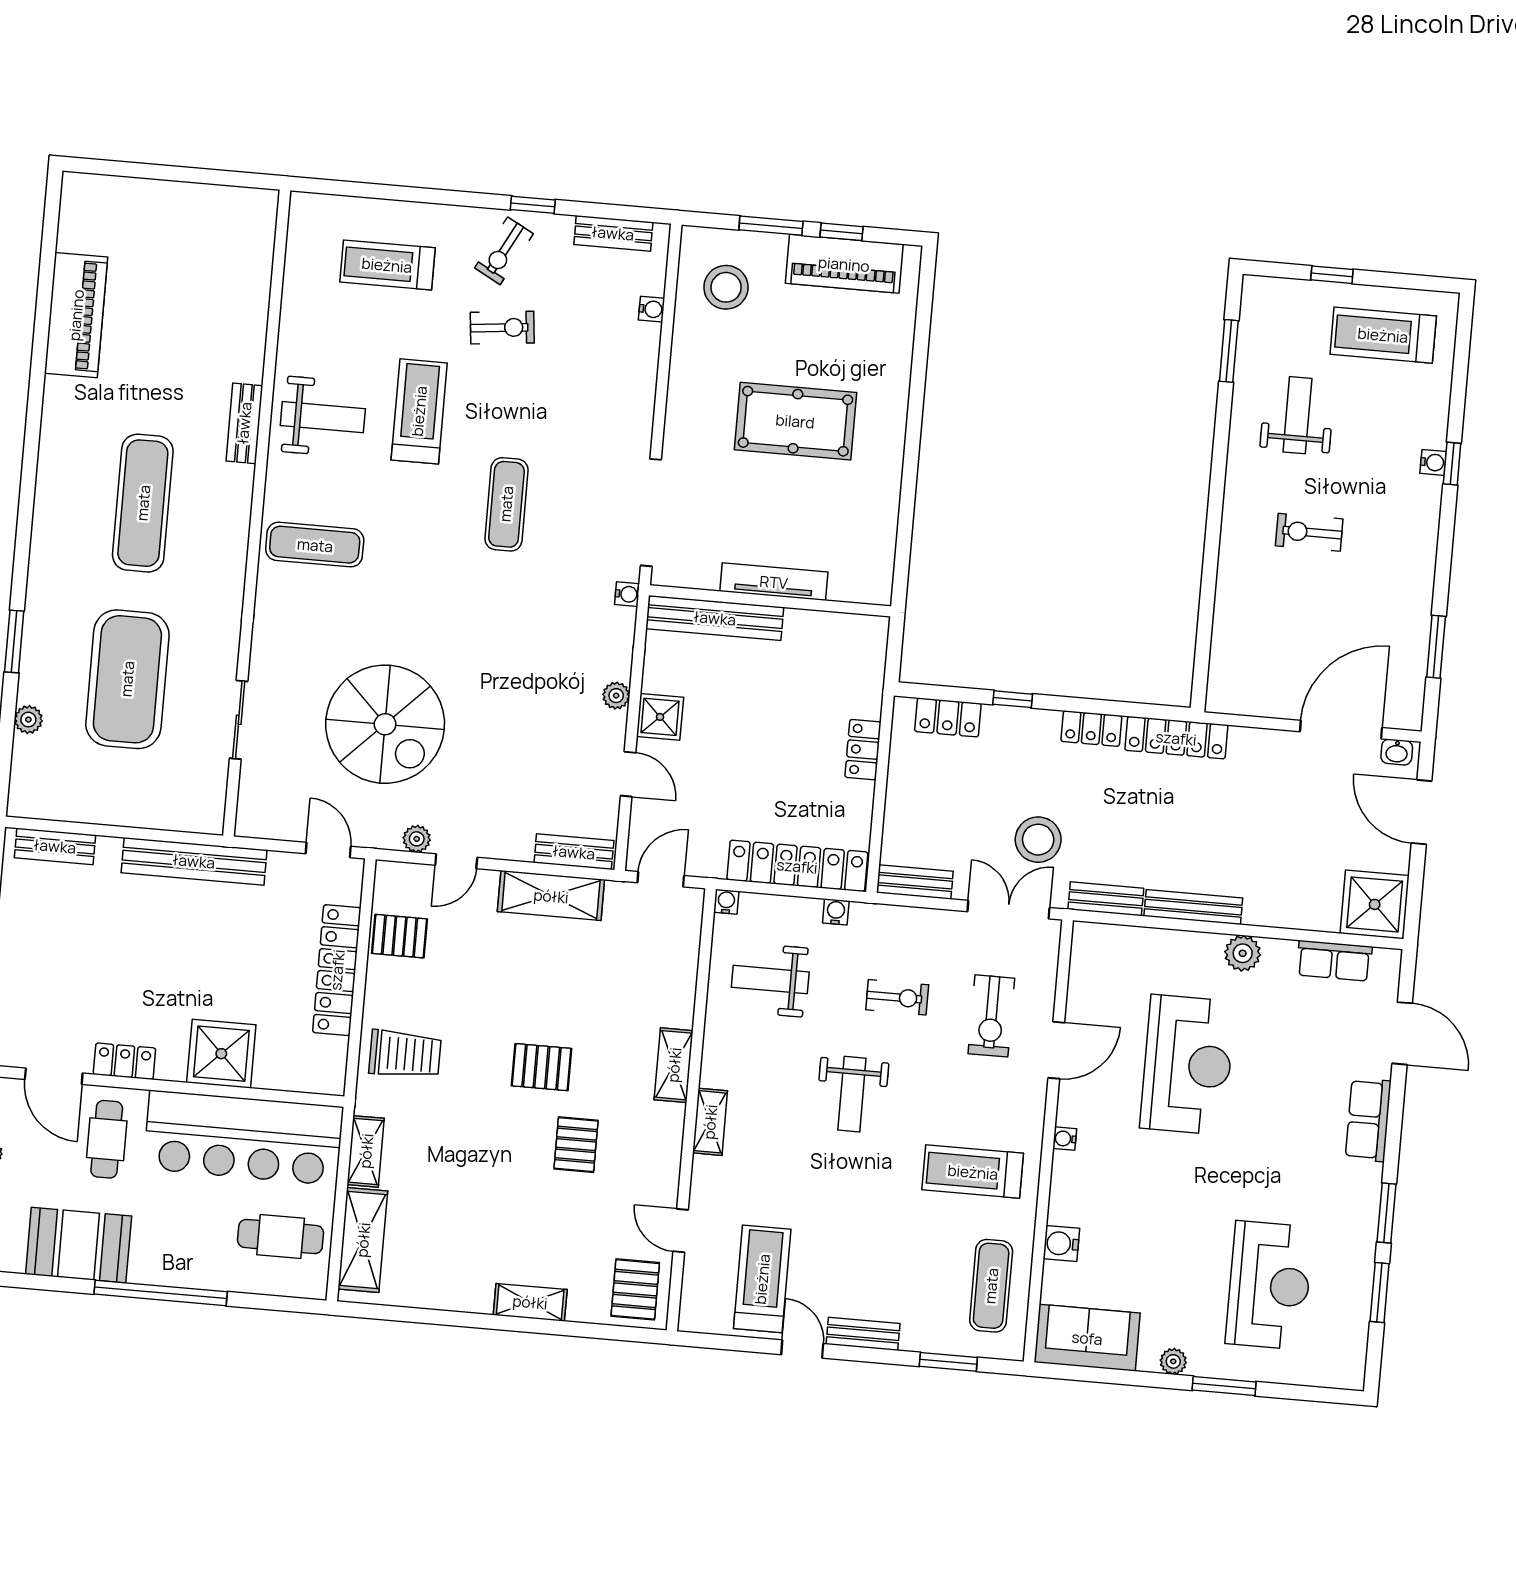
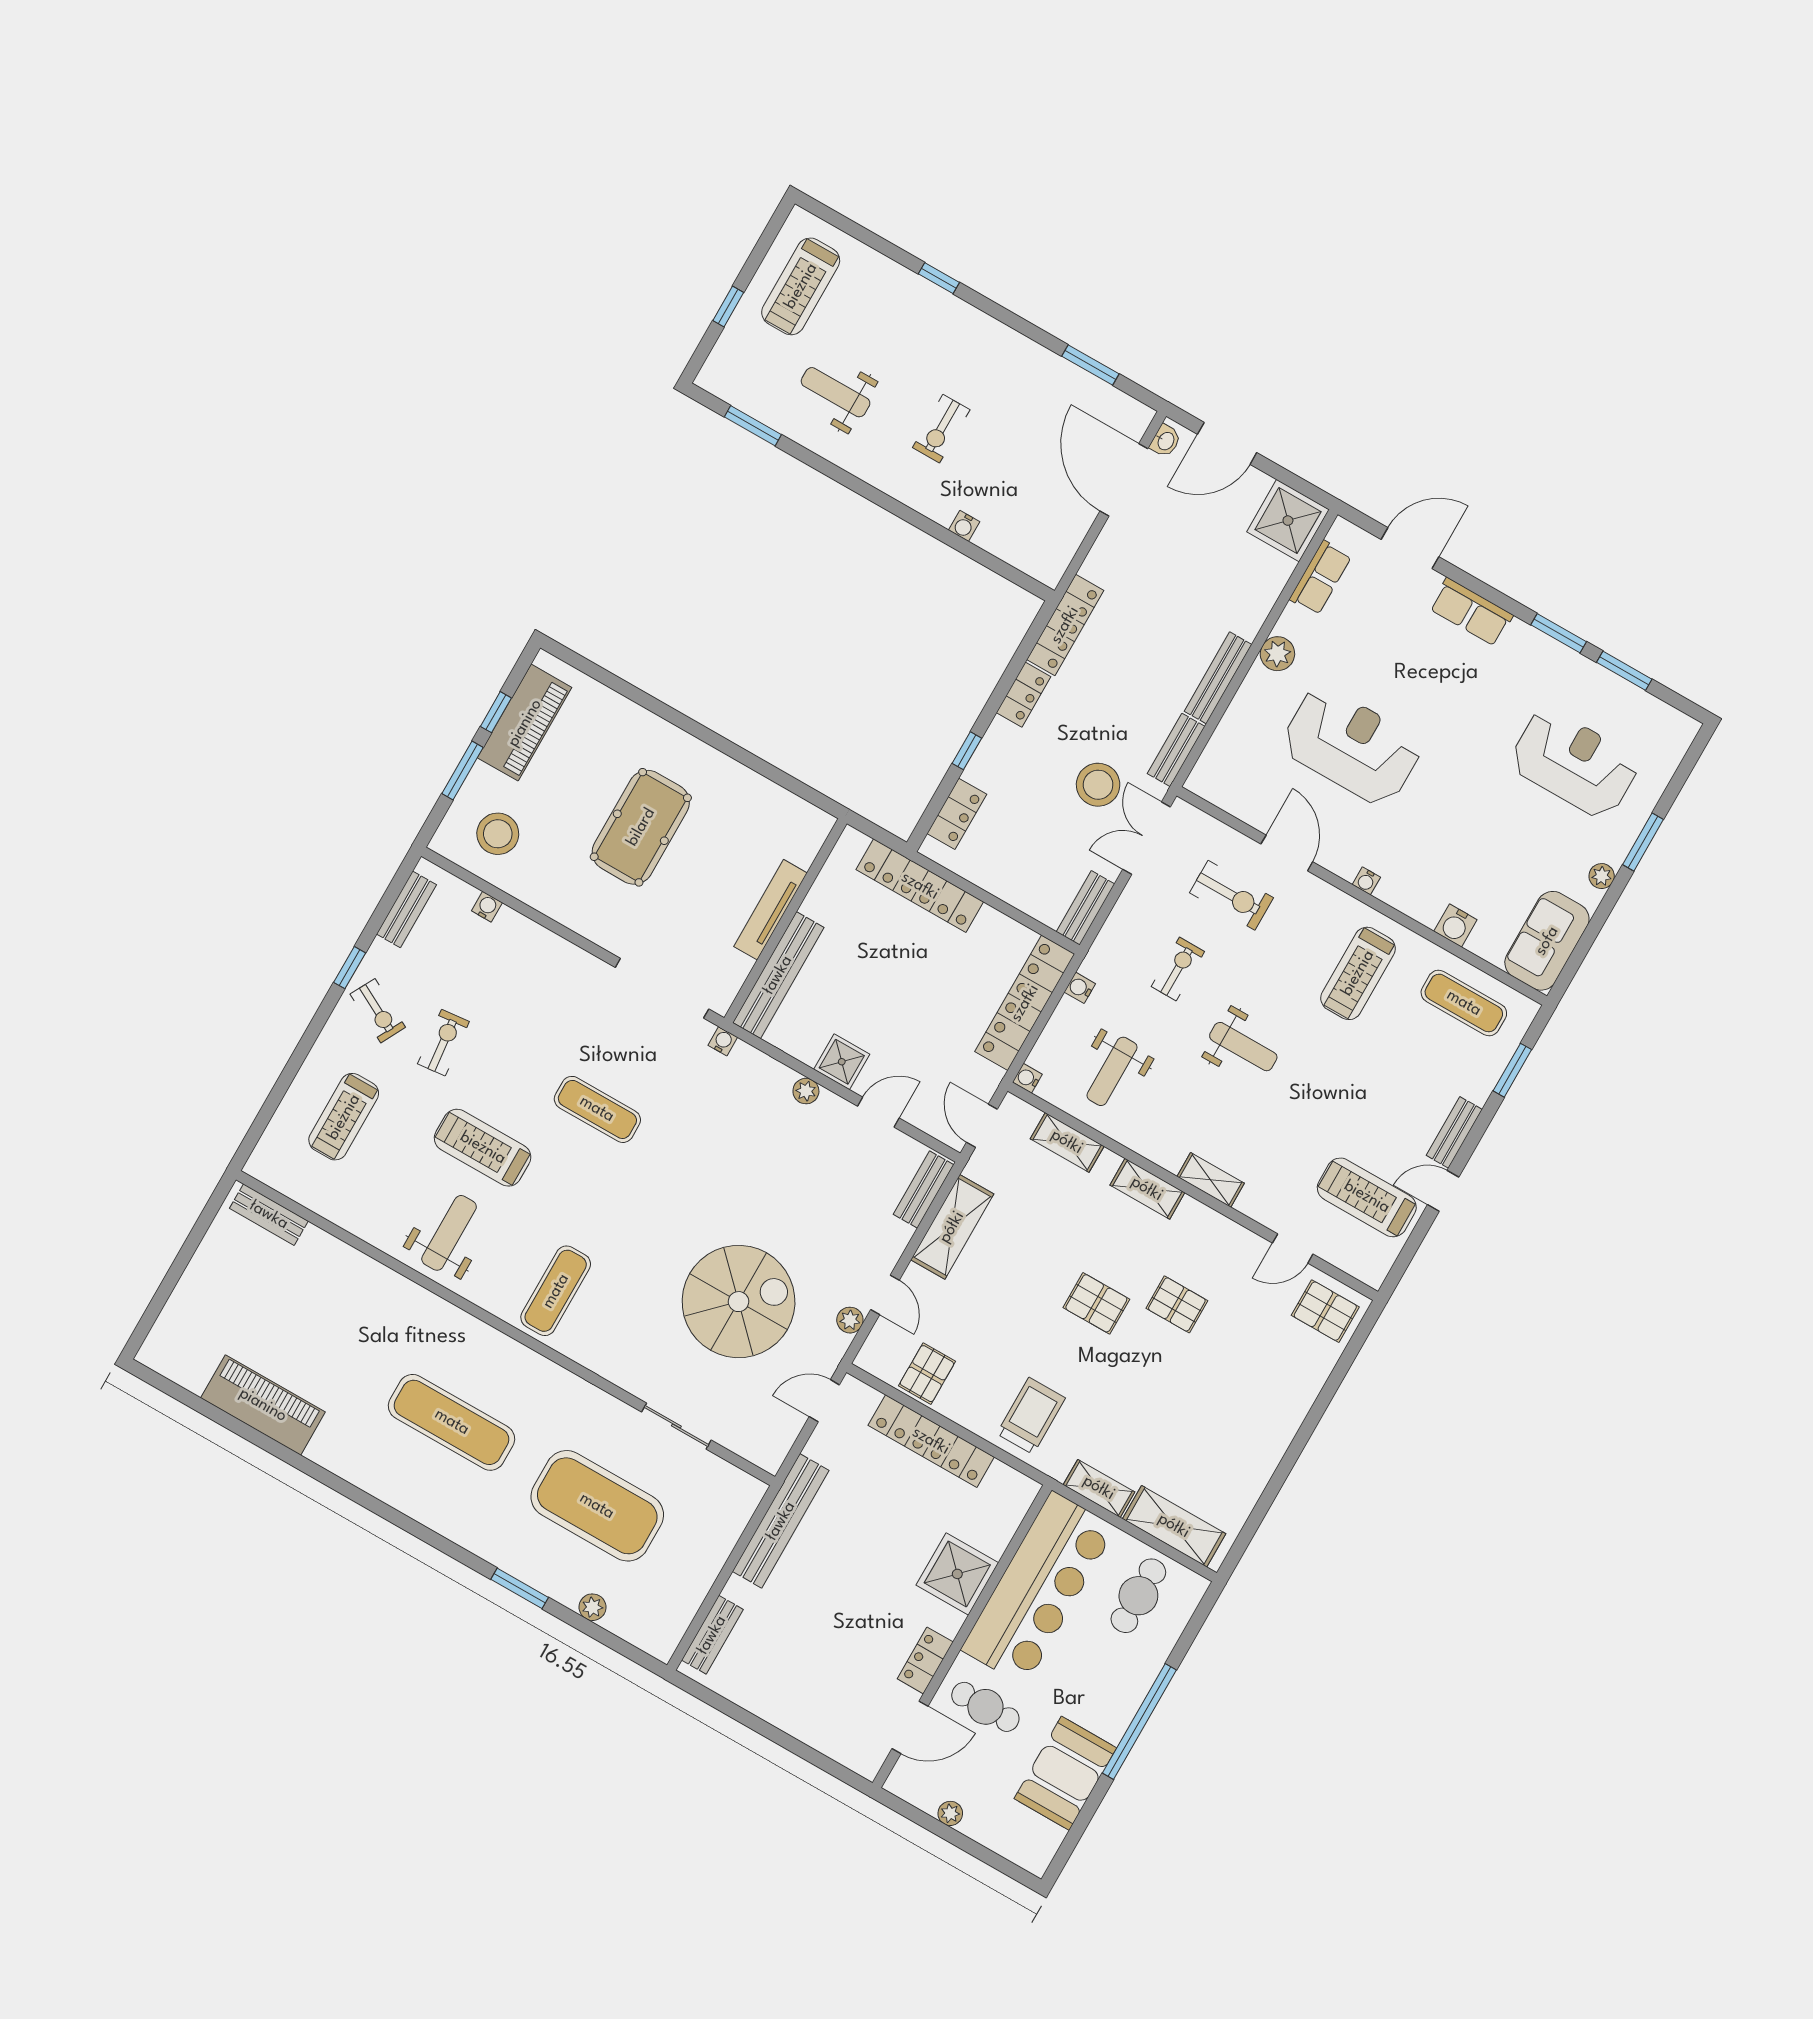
bench: (244, 423) -> (269, 1215), moved
water cooler: (1433, 462) -> (964, 526), moved, turned 180
locker: (863, 750) -> (920, 886), width x2.16, depth x1.21
pallet: (541, 1067) -> (1096, 1303), turned 90
shelving: (530, 1302) -> (1067, 1142), moved, turned 90

